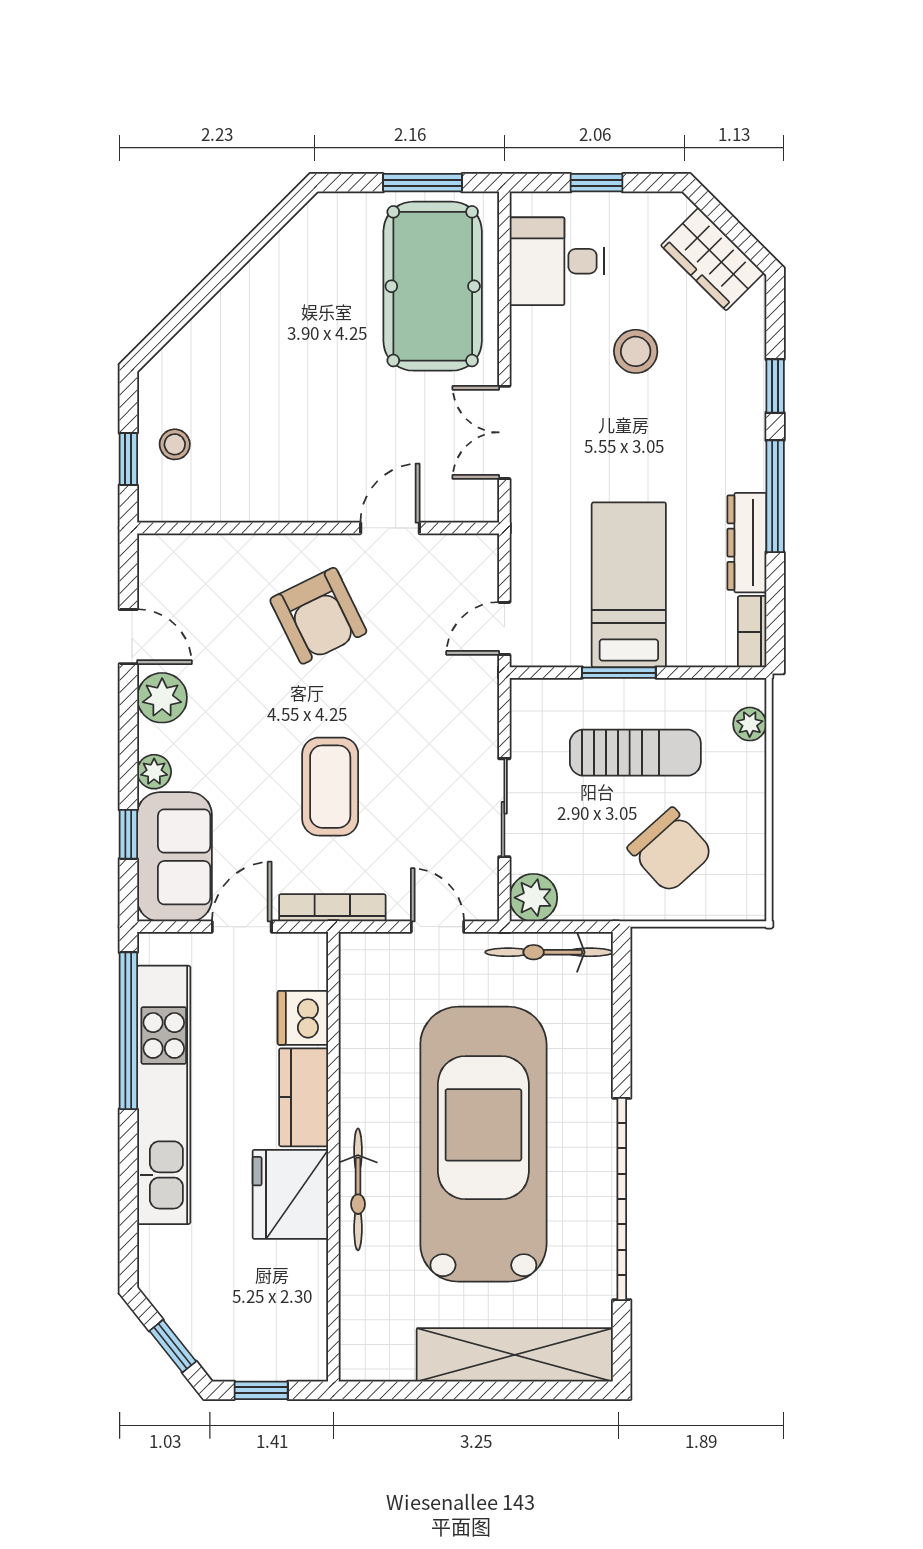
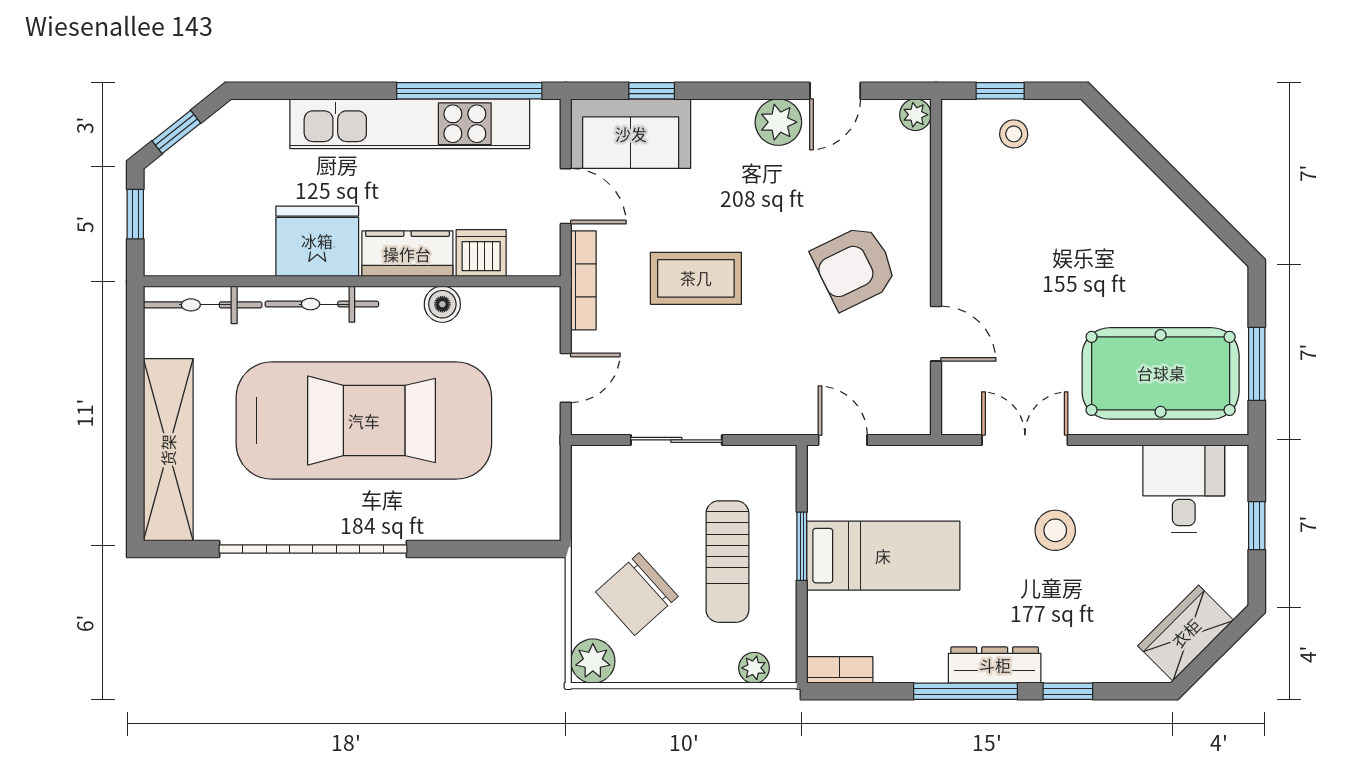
stool: (636, 351) -> (1055, 530), moved
dresser: (747, 543) -> (995, 665), moved
plant: (154, 772) -> (915, 115), moved
plant: (533, 898) -> (593, 661), moved
bicycle: (549, 952) -> (203, 305), moved, turned -90
boiler: (358, 1060) -> (442, 304), added

